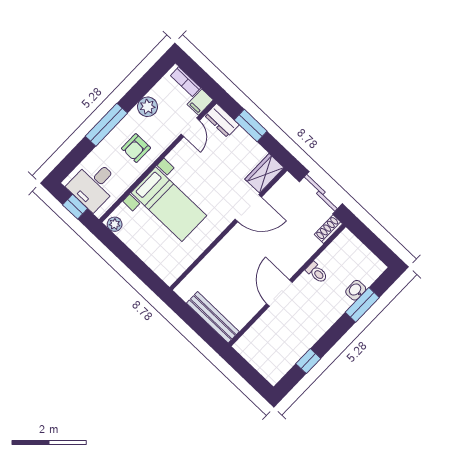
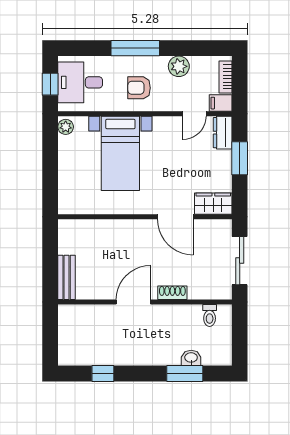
shoe rack: (328, 229) -> (172, 293), moved
toilet: (317, 273) -> (210, 315), moved
bench: (213, 317) -> (67, 277), width x0.73

